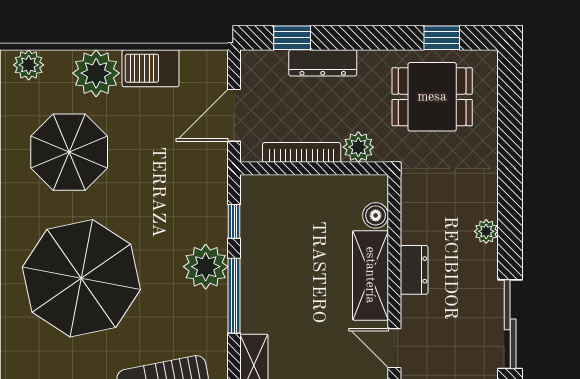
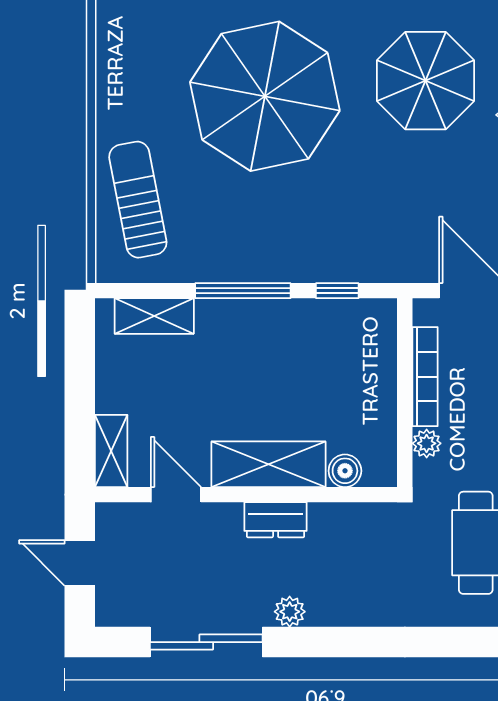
plant: (358, 147) -> (427, 443), width x0.73, depth x0.73
plant: (486, 231) -> (290, 612), moved
plant: (206, 267) -> (280, 254), removed
door: (394, 348) -> (176, 495), hinge flipped

